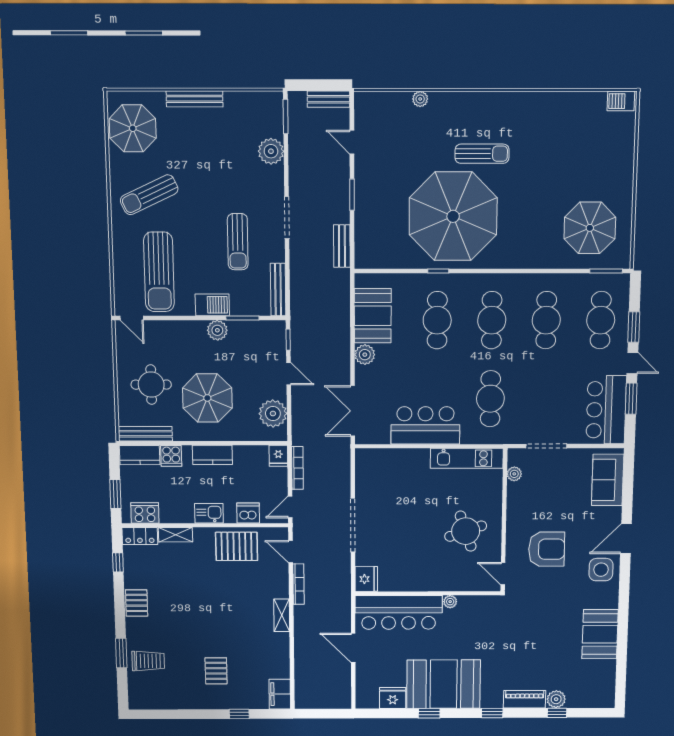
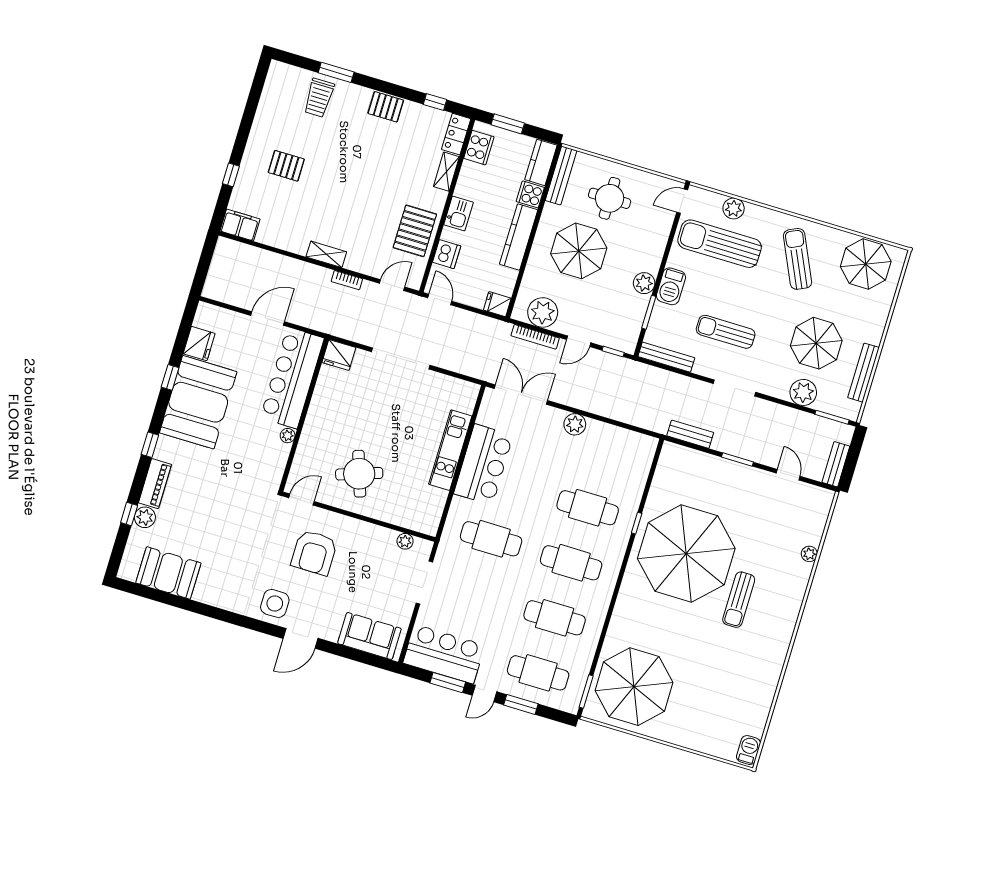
bench: (195, 99) -> (864, 373), moved
door: (352, 142) -> (788, 475), hinge flipped
parasol: (221, 153) -> (816, 343), added
parasol: (590, 228) -> (634, 687), width x1.36, depth x1.36
plant: (123, 269) -> (734, 208), added
booth: (373, 316) -> (612, 444), removed
kitchen counter: (212, 455) -> (519, 237), width x1.50
kitchen unit: (467, 458) -> (450, 450), moved
bookcase: (297, 468) -> (535, 337), moved
door: (626, 539) -> (301, 638), swing flipped
bookcase: (298, 584) -> (347, 280), width x0.64
booth: (600, 634) -> (168, 573), moved

